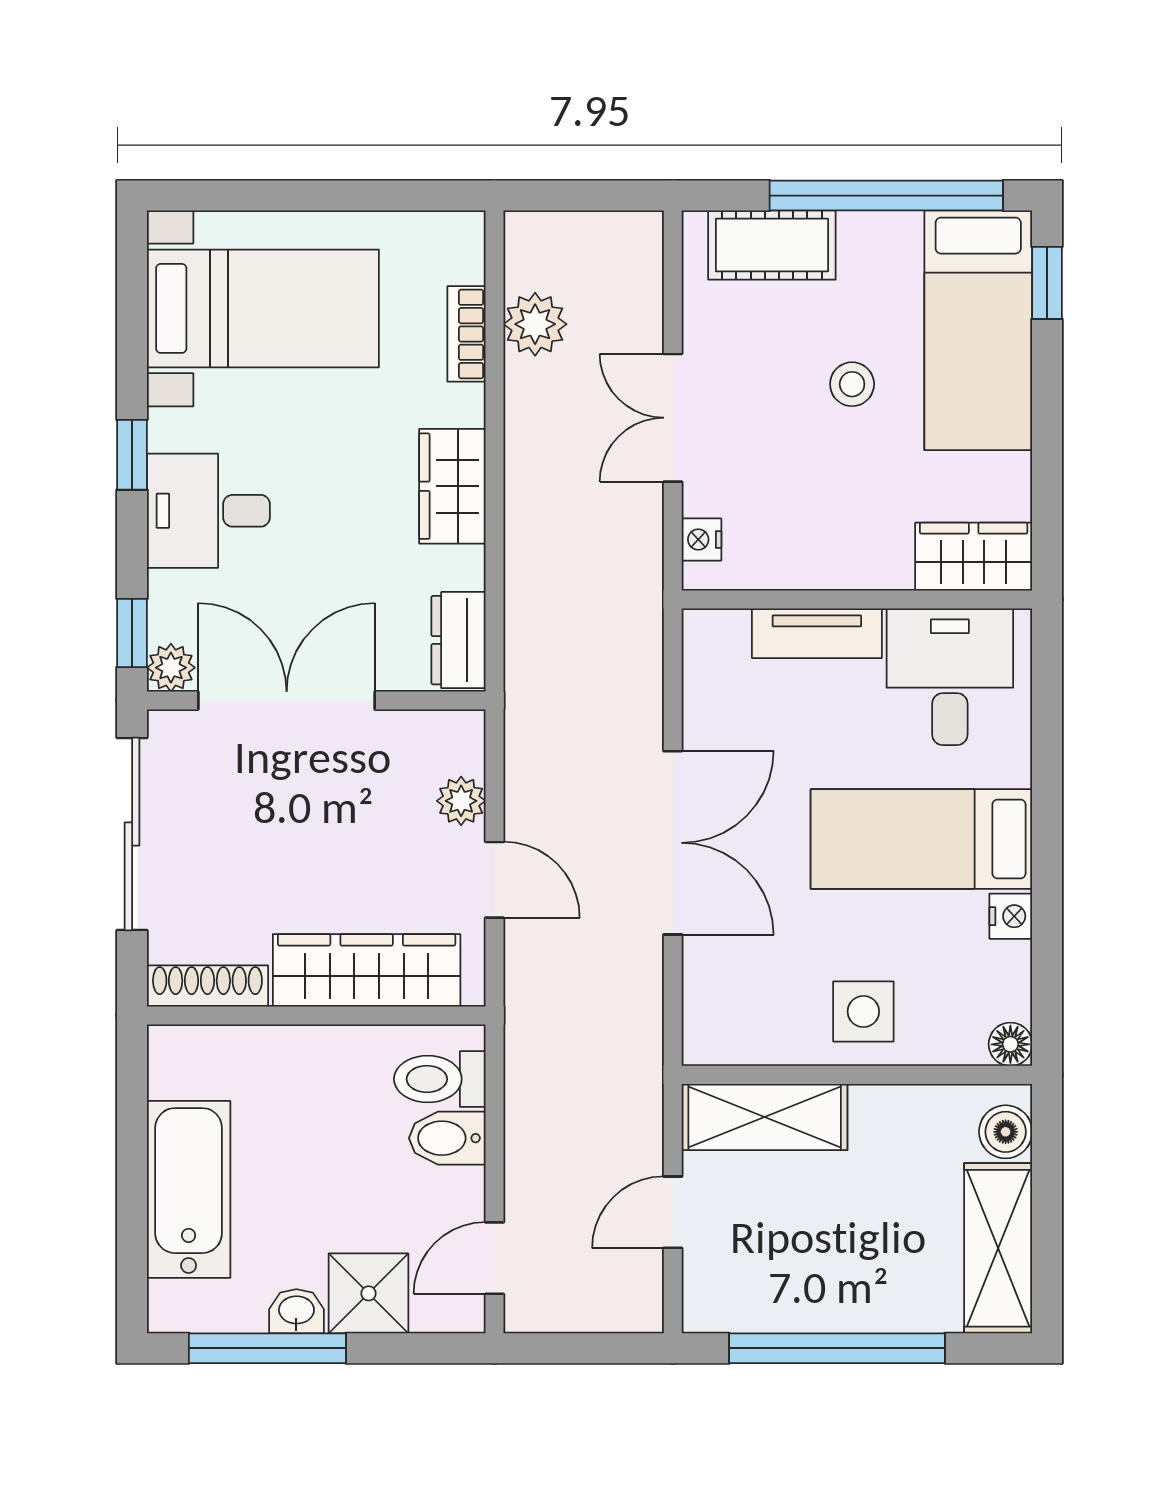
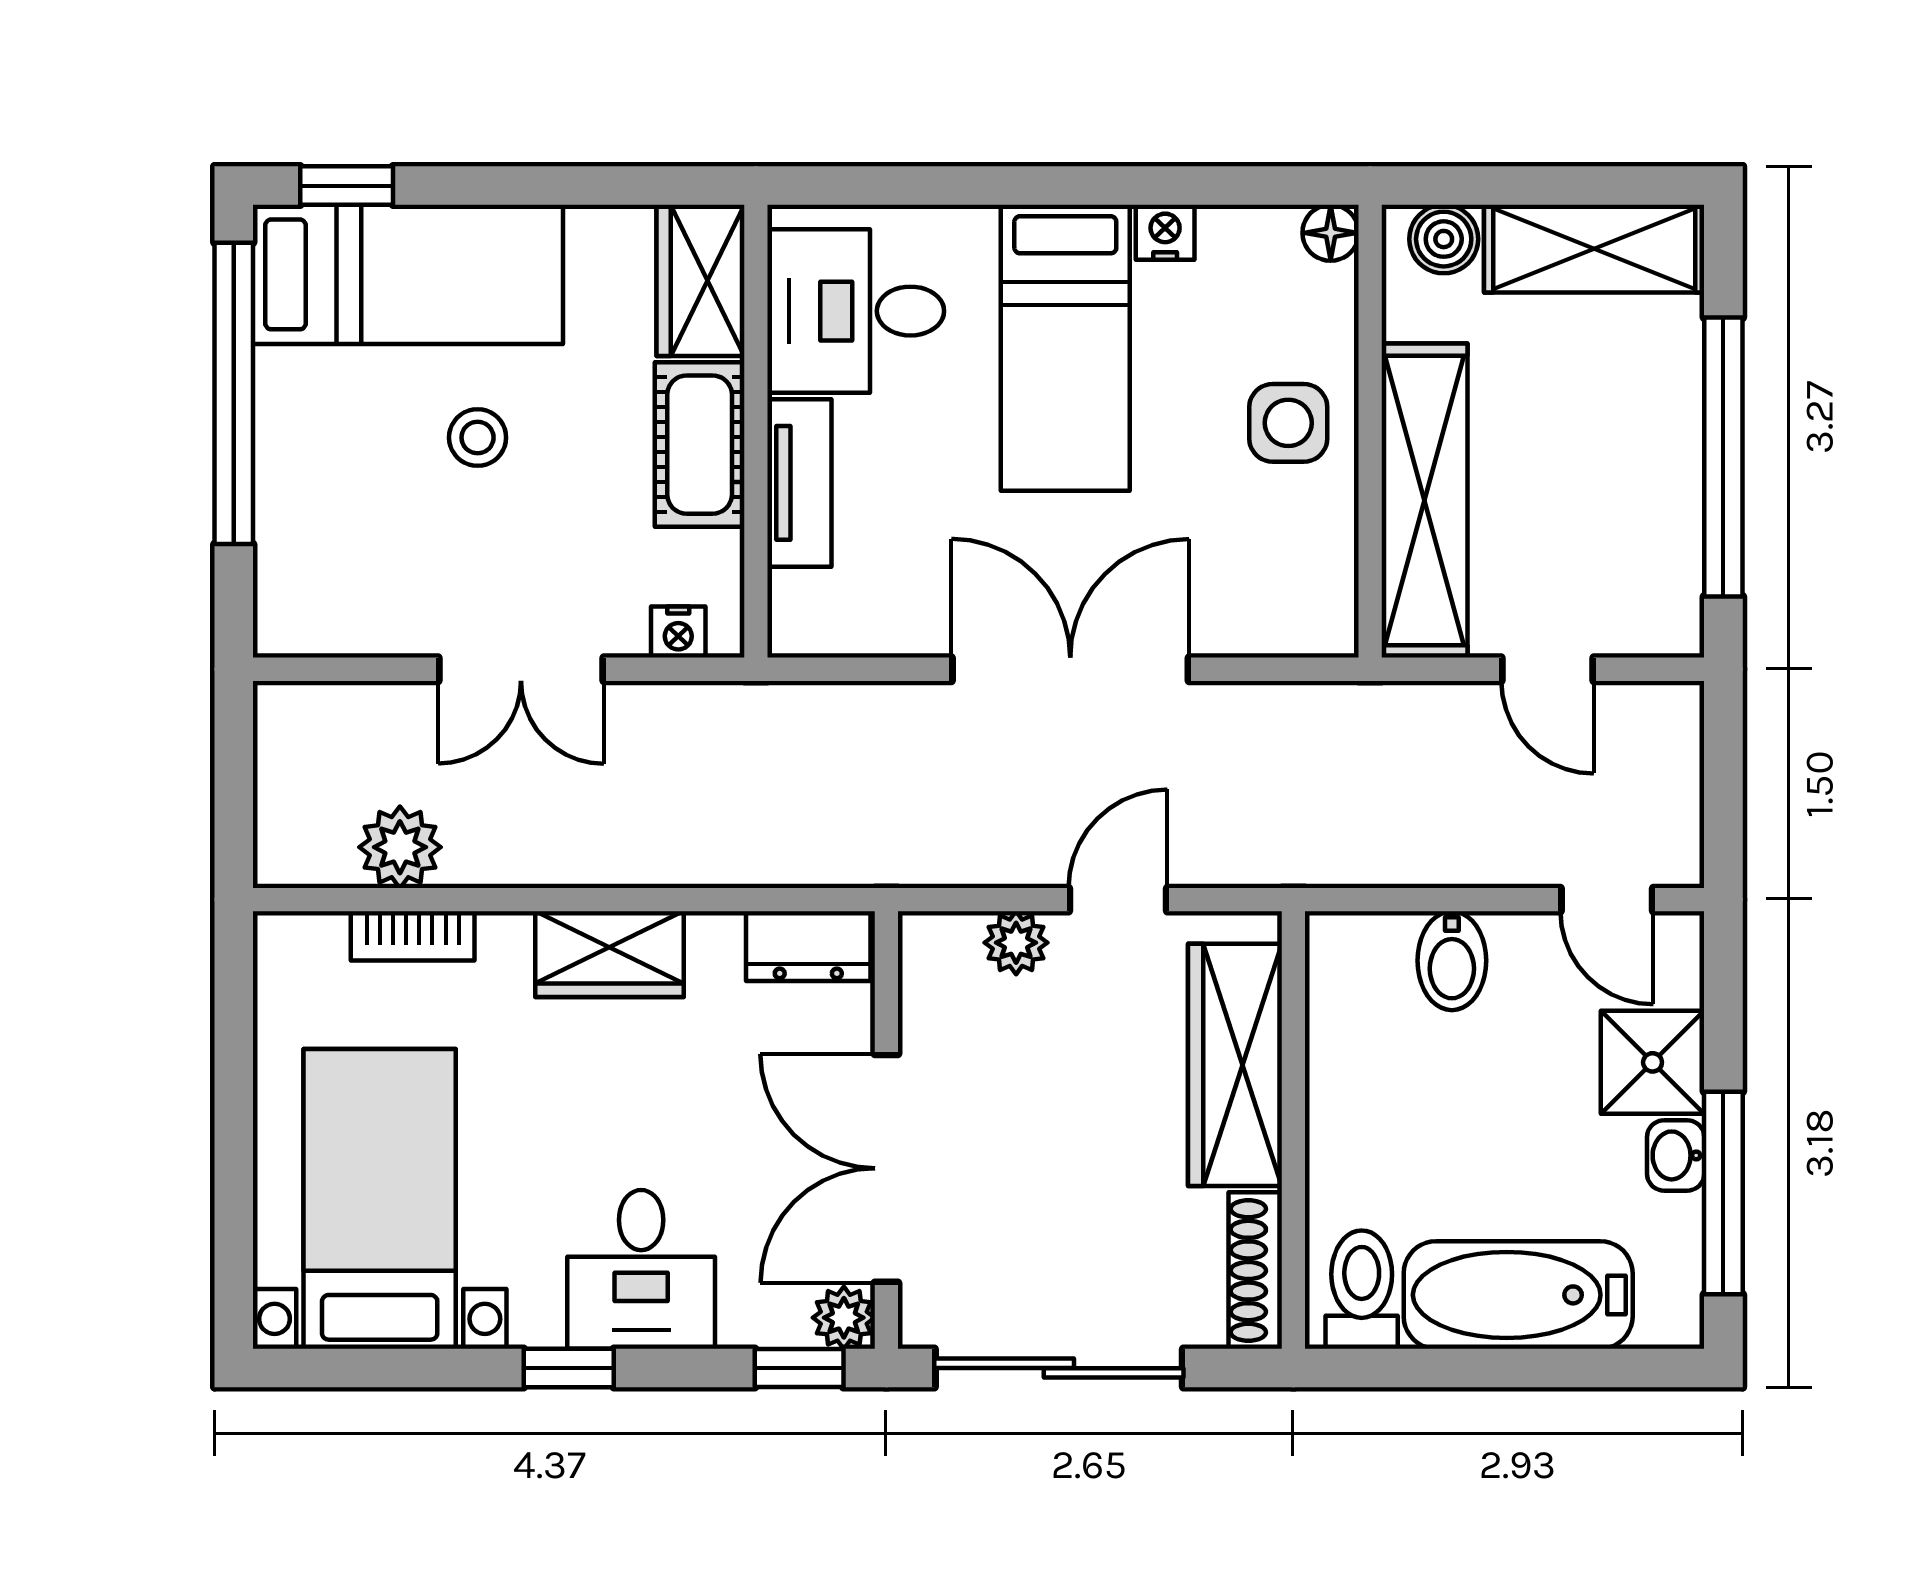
cot: (772, 245) -> (700, 445), moved
toilet: (440, 1079) -> (1362, 1290), moved, turned 180
shelving: (765, 1117) -> (1425, 501), width x1.47

